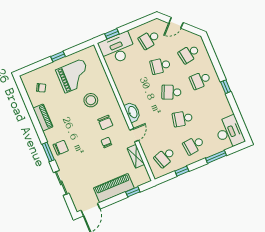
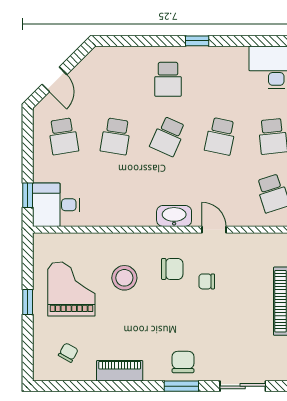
desk: (117, 49) -> (56, 205), width x0.73
school desk: (189, 54) -> (116, 79), removed
shelving: (136, 156) -> (251, 242), removed

